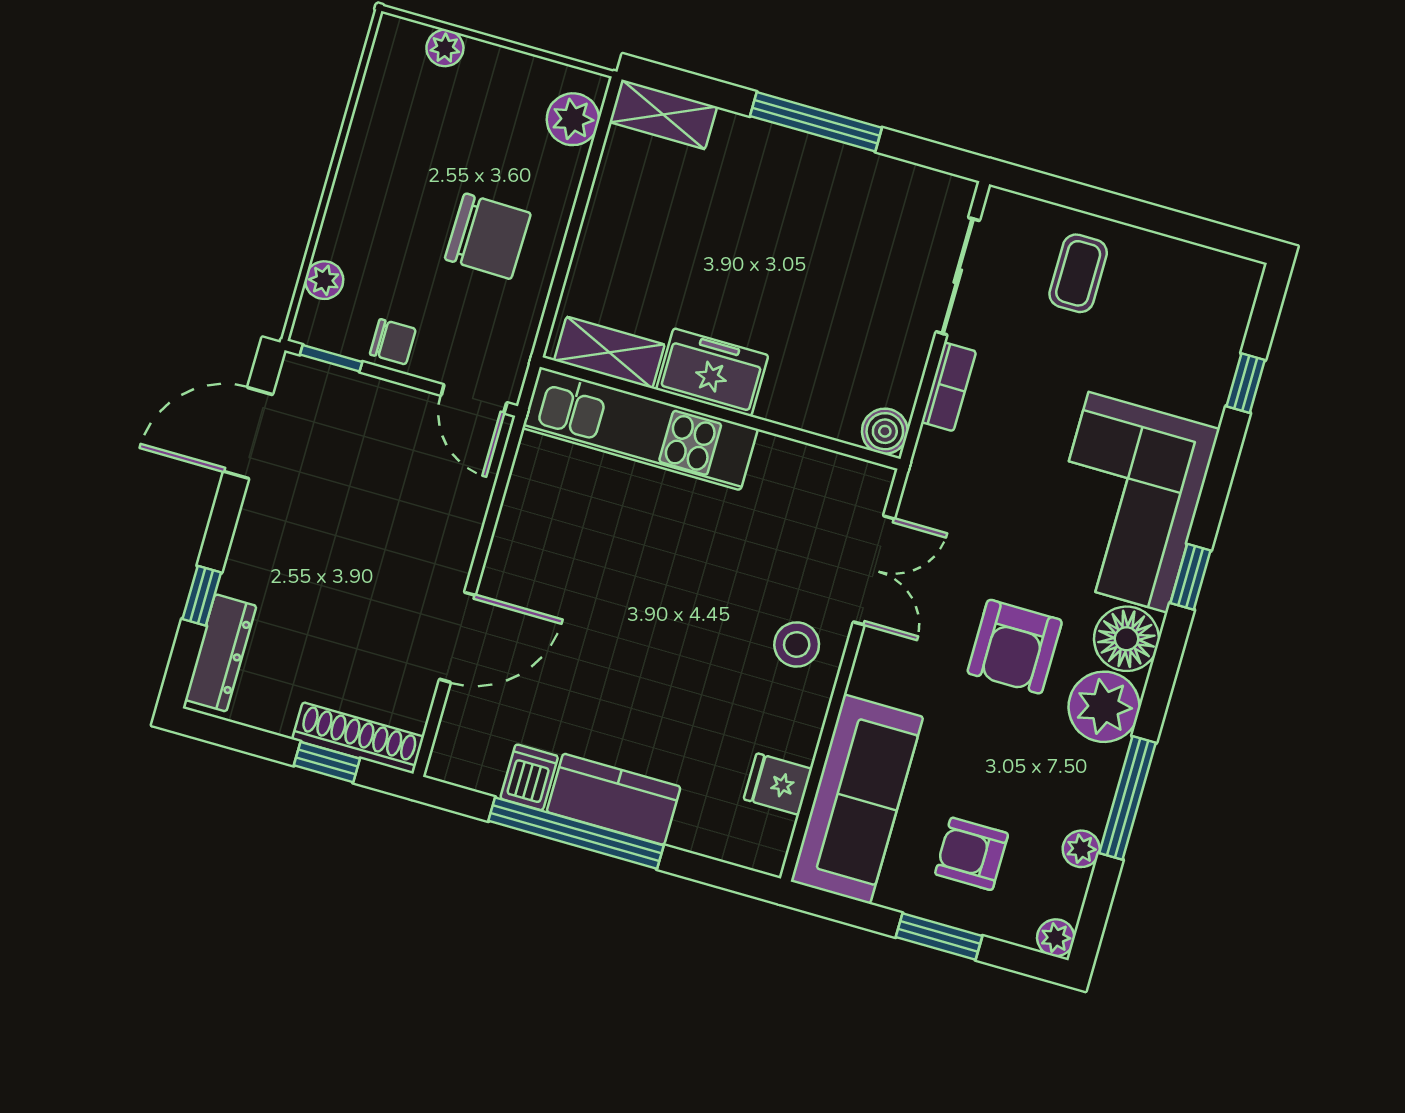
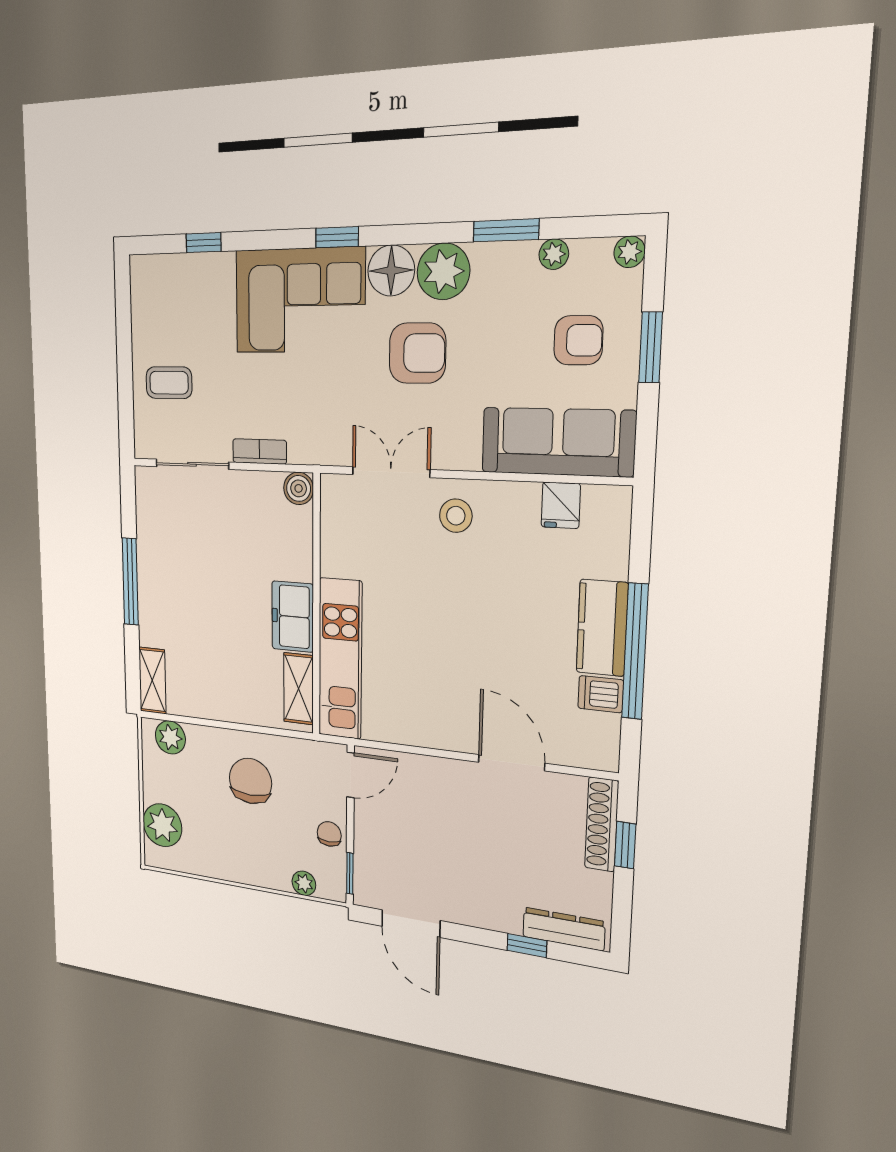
plant: (445, 48) -> (162, 825), width x1.87, depth x1.87
window: (1127, 798) -> (506, 230), width x0.69
armchair: (972, 854) -> (578, 340), turned -90

